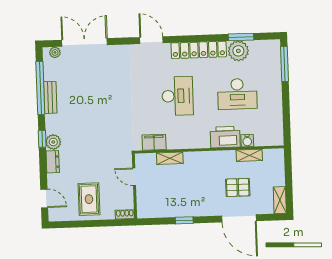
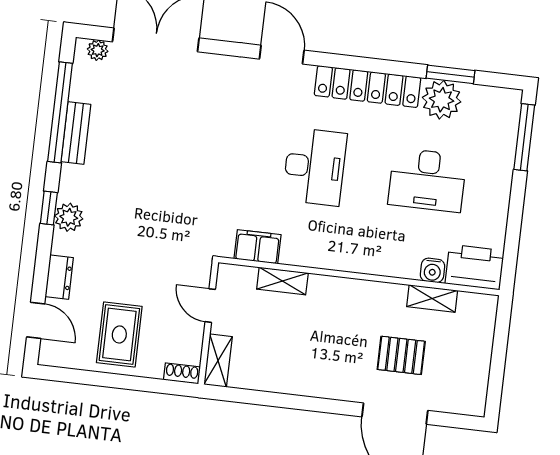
printer: (225, 137) -> (475, 267), moved
dresser: (53, 162) -> (59, 277), moved
shelving: (280, 200) -> (218, 361), moved
window: (184, 220) -> (292, 402), removed

